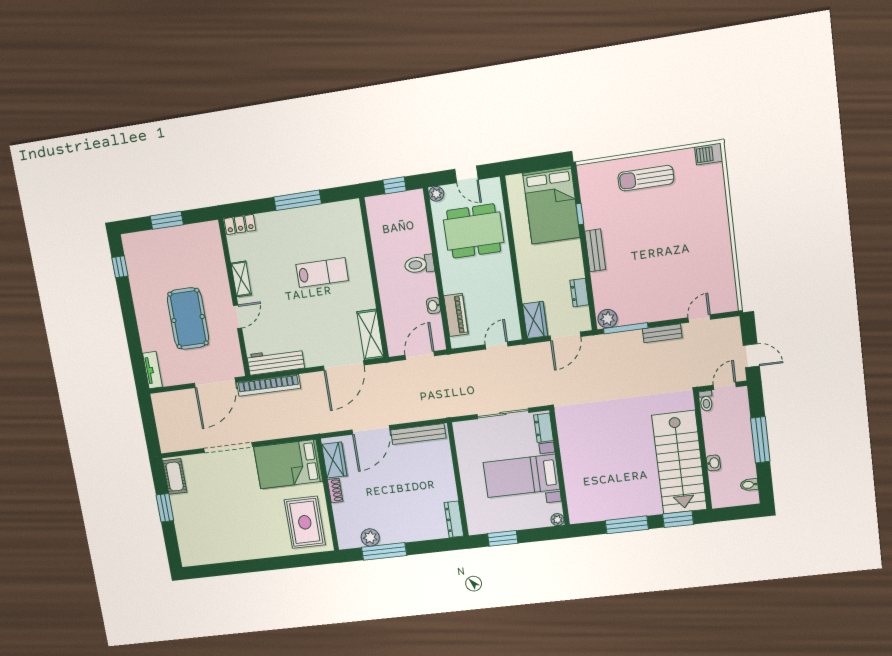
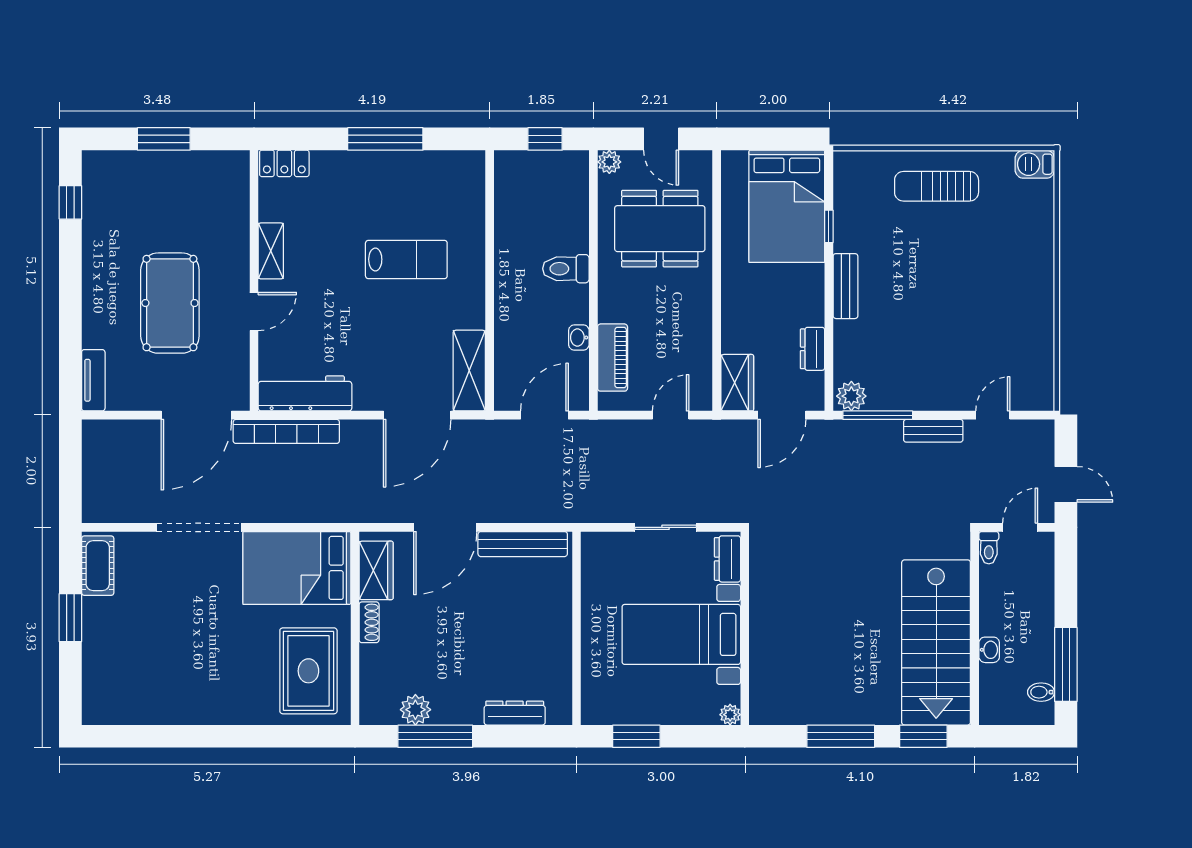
sliding door: (503, 413) -> (666, 527), width x0.73
window: (760, 440) -> (1066, 664), moved
dresser: (454, 519) -> (515, 713), moved, turned 90

